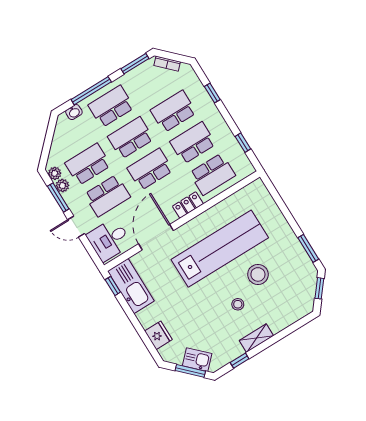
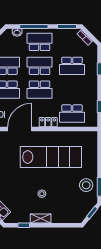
school desk: (173, 111) -> (72, 66), turned 180
school desk: (193, 143) -> (72, 90), removed
school desk: (150, 169) -> (39, 90), turned 180
stool: (258, 274) -> (86, 185), moved

